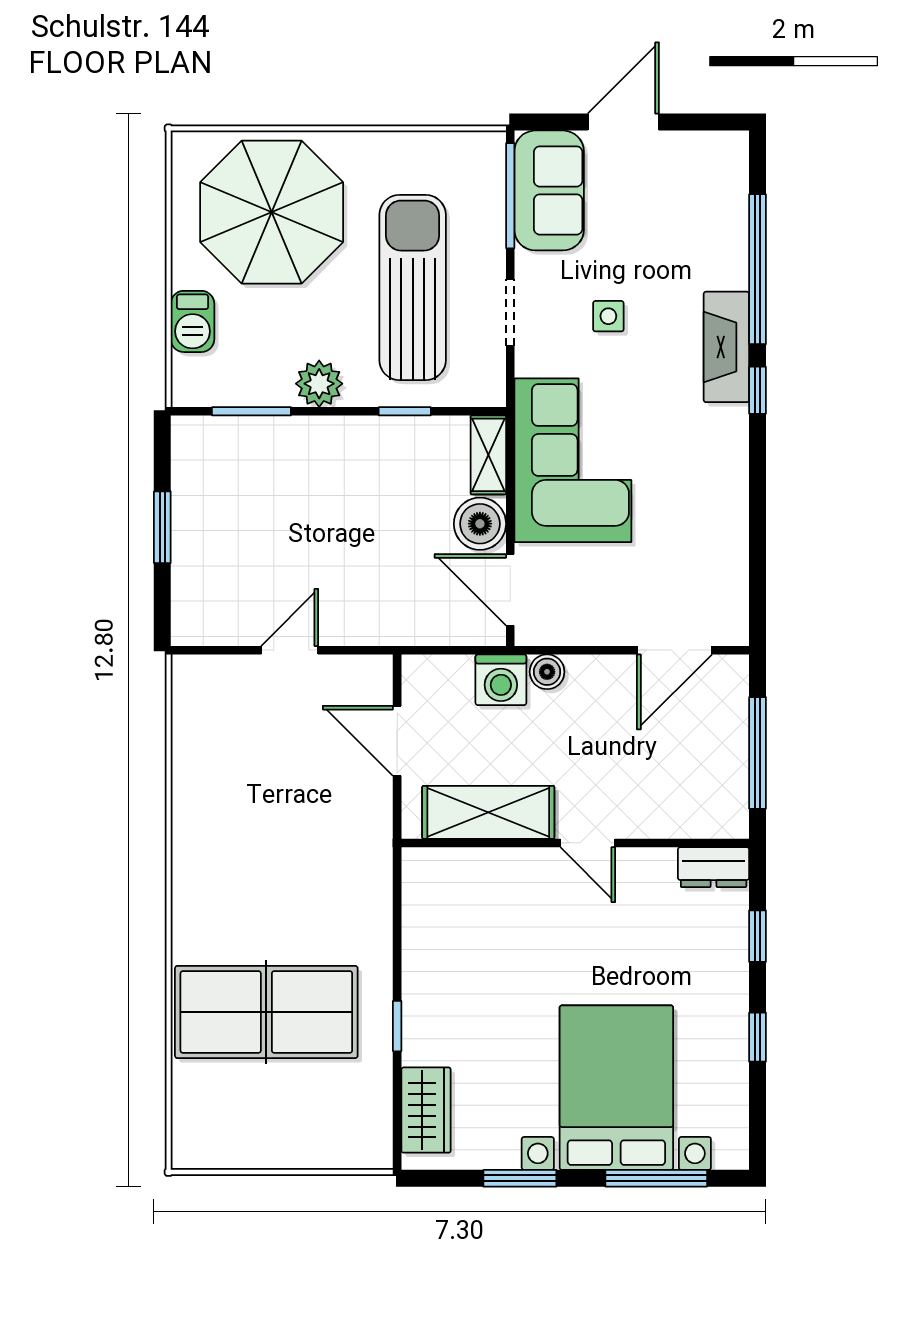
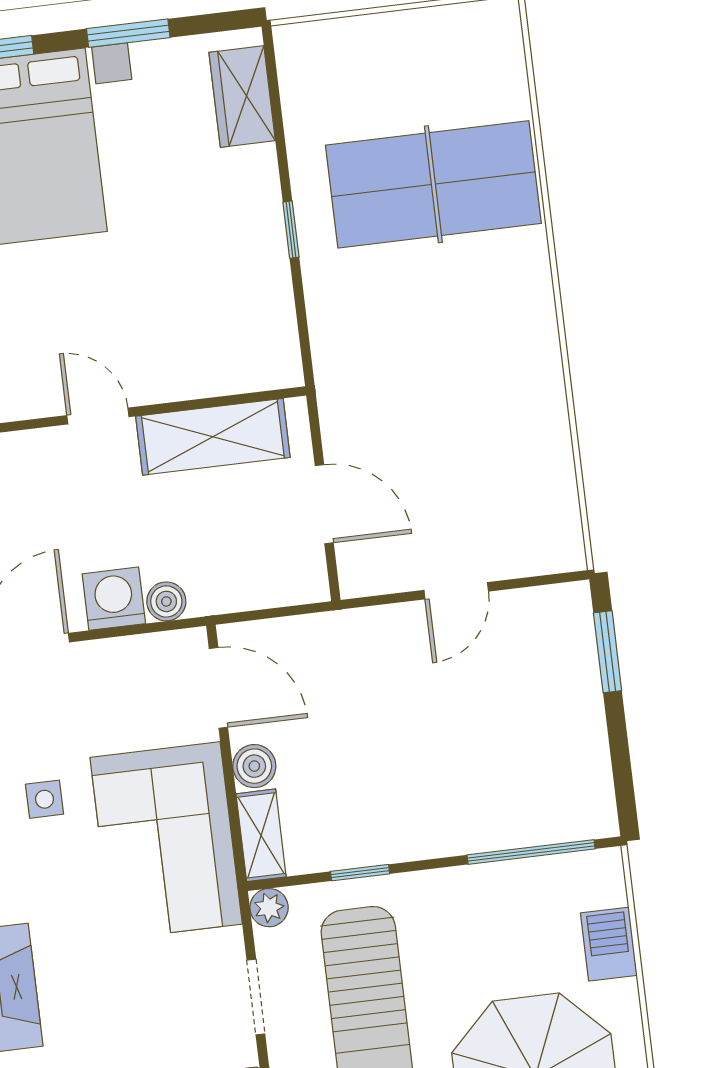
side table: (608, 316) -> (44, 799), moved
plant: (319, 384) -> (269, 908), moved, width x0.73, depth x0.73
window: (251, 411) -> (531, 852), width x1.44
boiler: (480, 524) -> (254, 766), width x0.73, depth x0.73
window: (162, 527) -> (608, 652), moved
washing machine: (501, 680) -> (114, 599), moved
window: (397, 1026) -> (291, 230), moved

